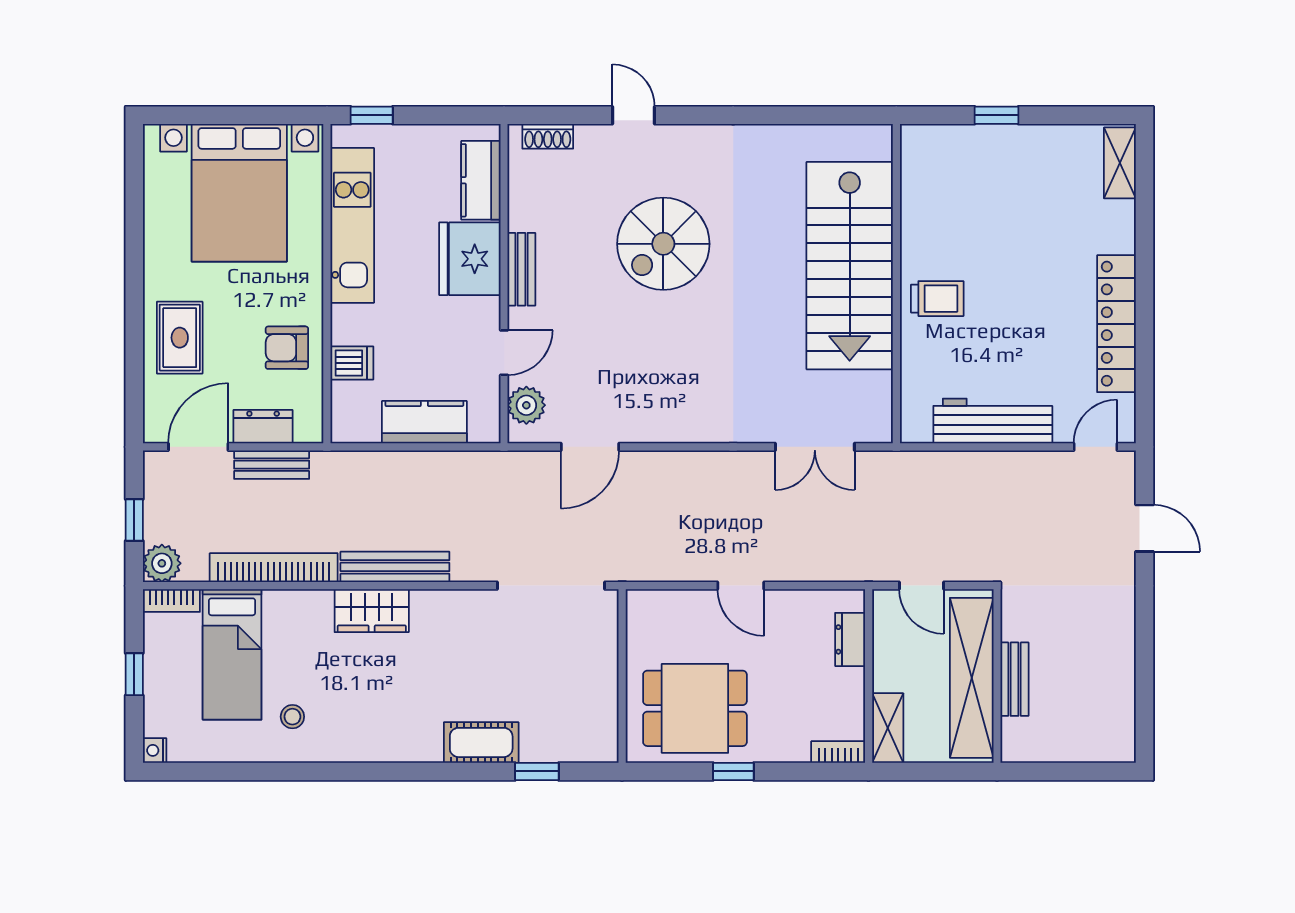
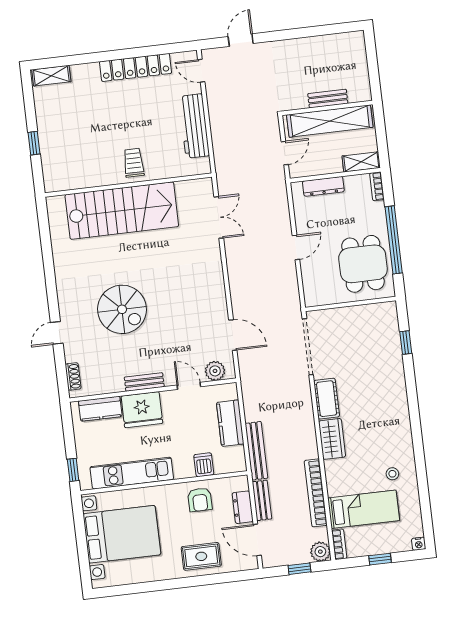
bench: (395, 567) -> (257, 451), moved
dresser: (850, 639) -> (323, 186), width x1.44
cot: (481, 742) -> (327, 399), moved
window: (733, 771) -> (394, 240), width x3.17

